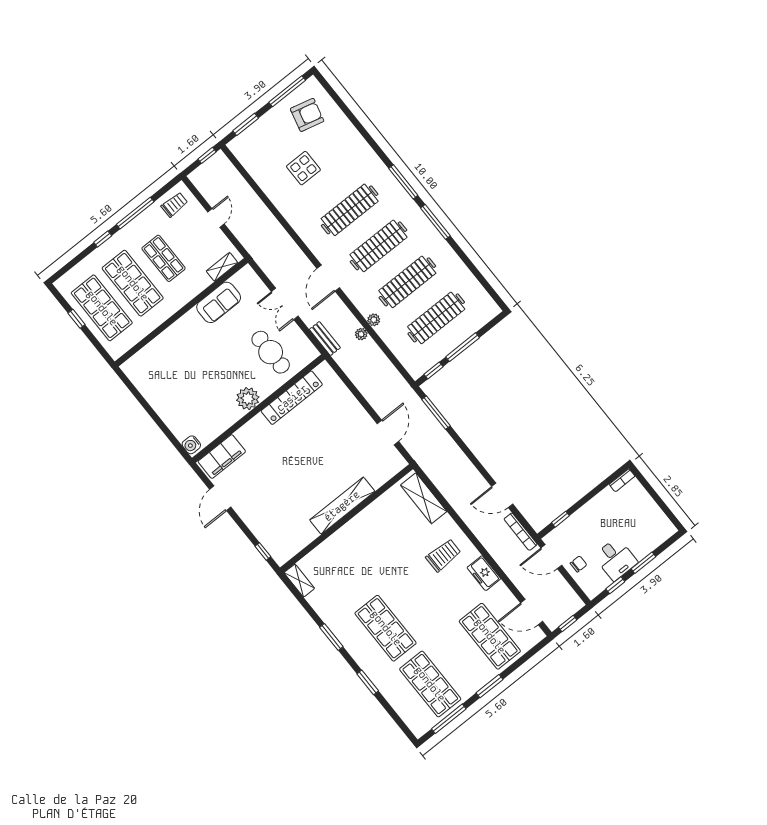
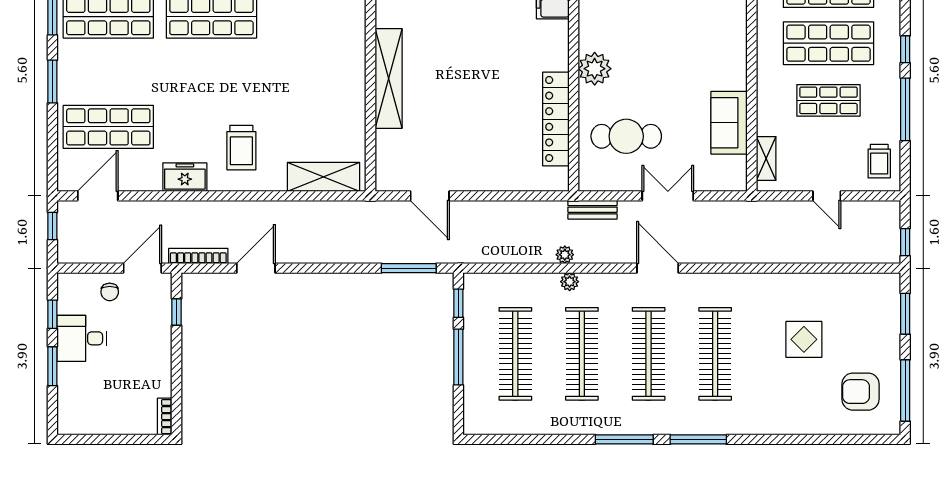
armchair: (307, 115) -> (860, 392), turned 76

